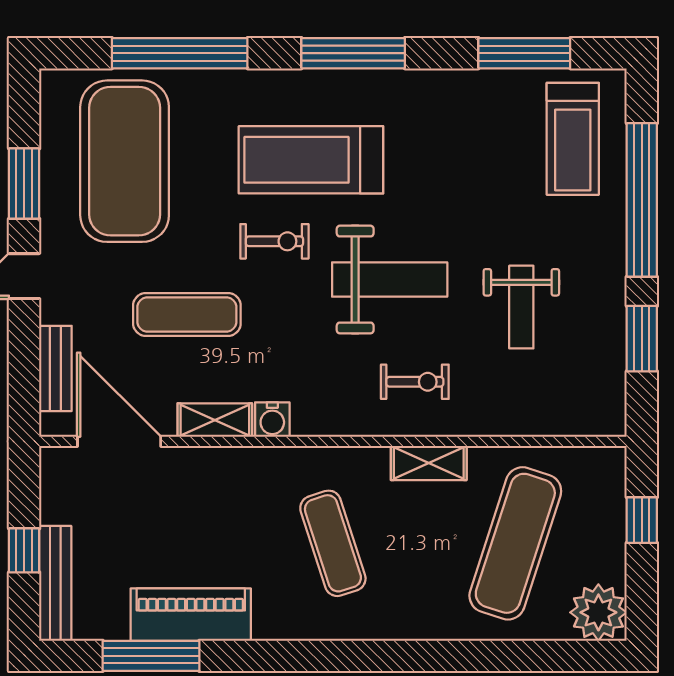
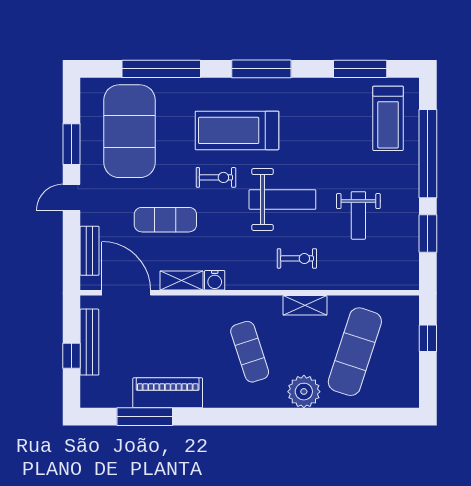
bench: (55, 583) -> (89, 342), moved
plant: (598, 612) -> (304, 392), moved

